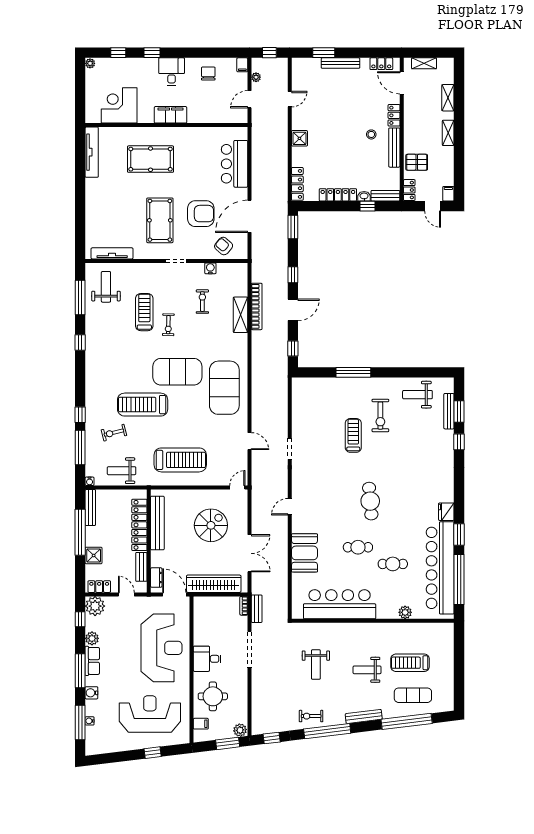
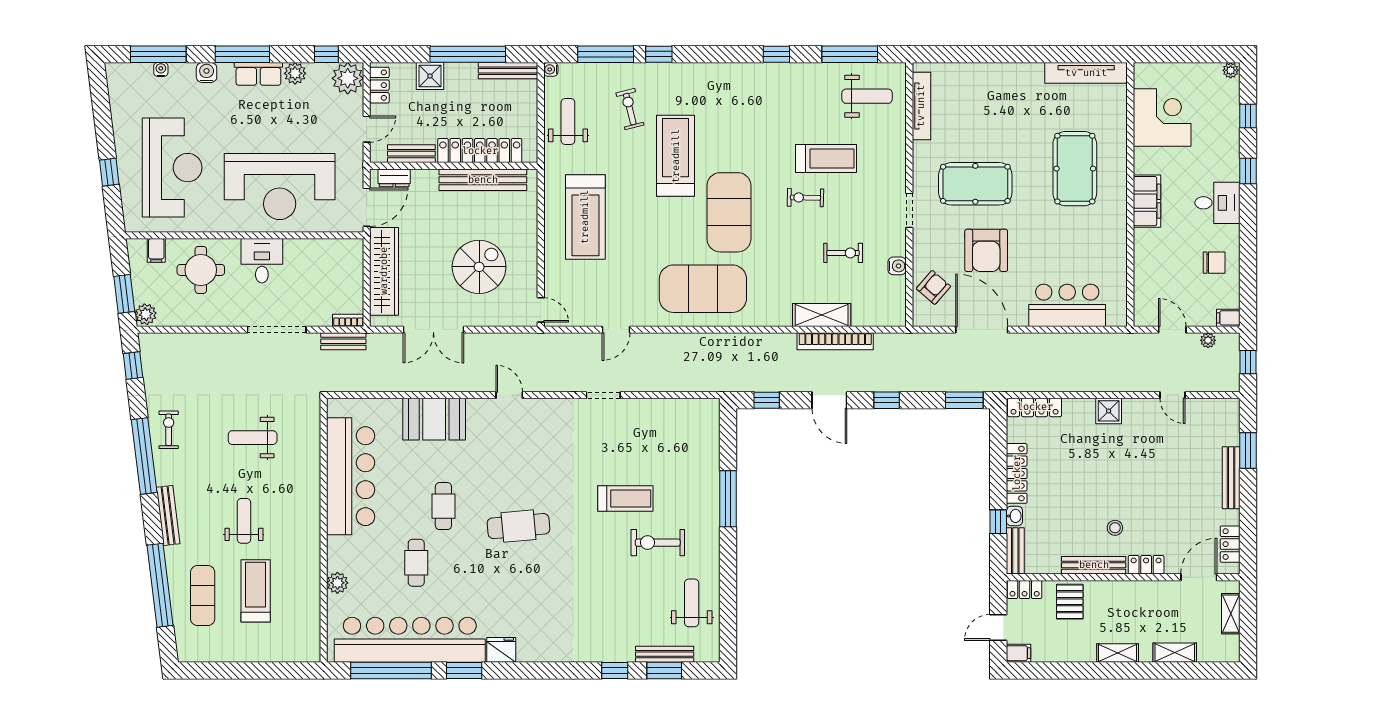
spiral stairs: (211, 525) -> (479, 267), turned -90

